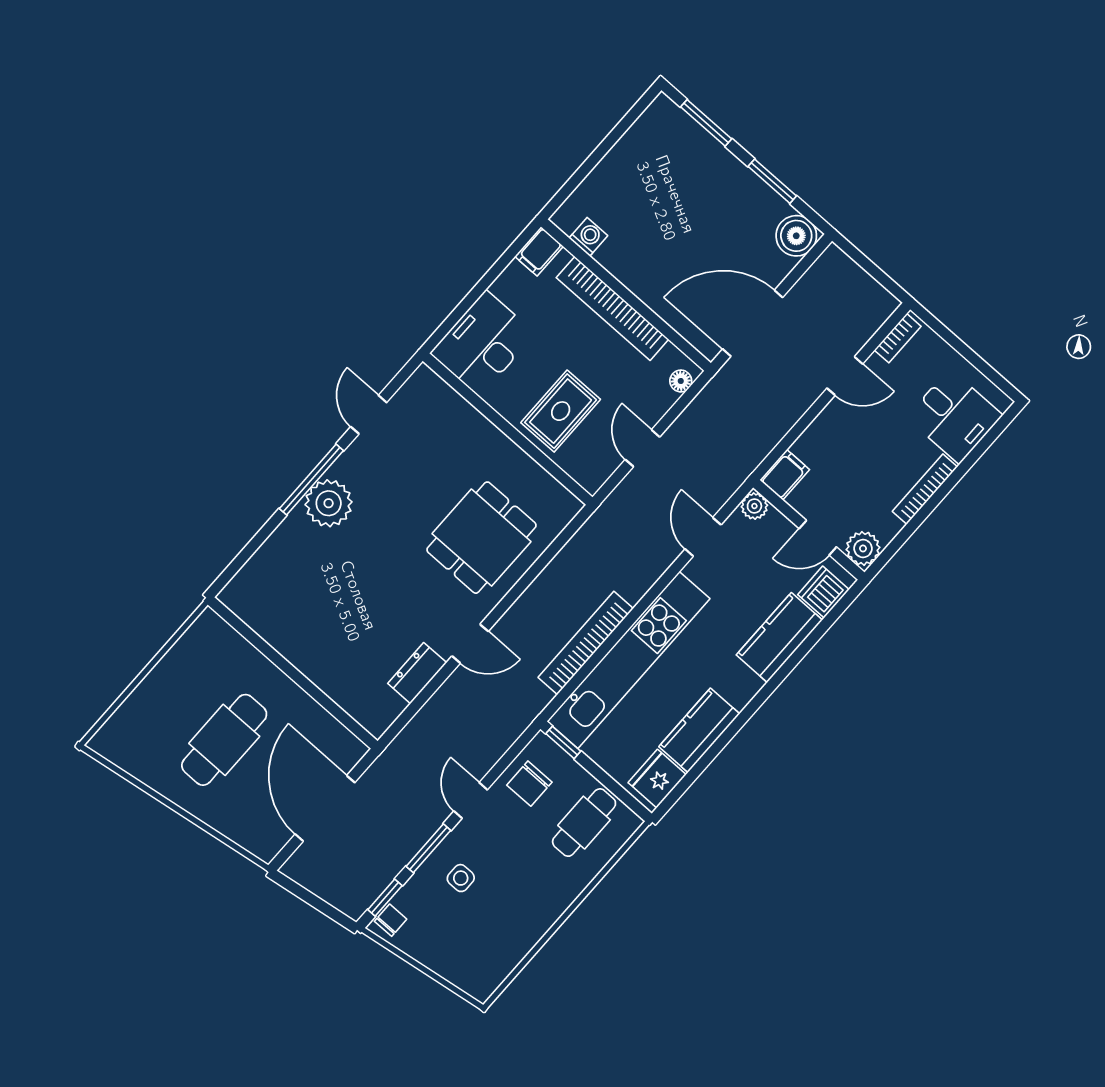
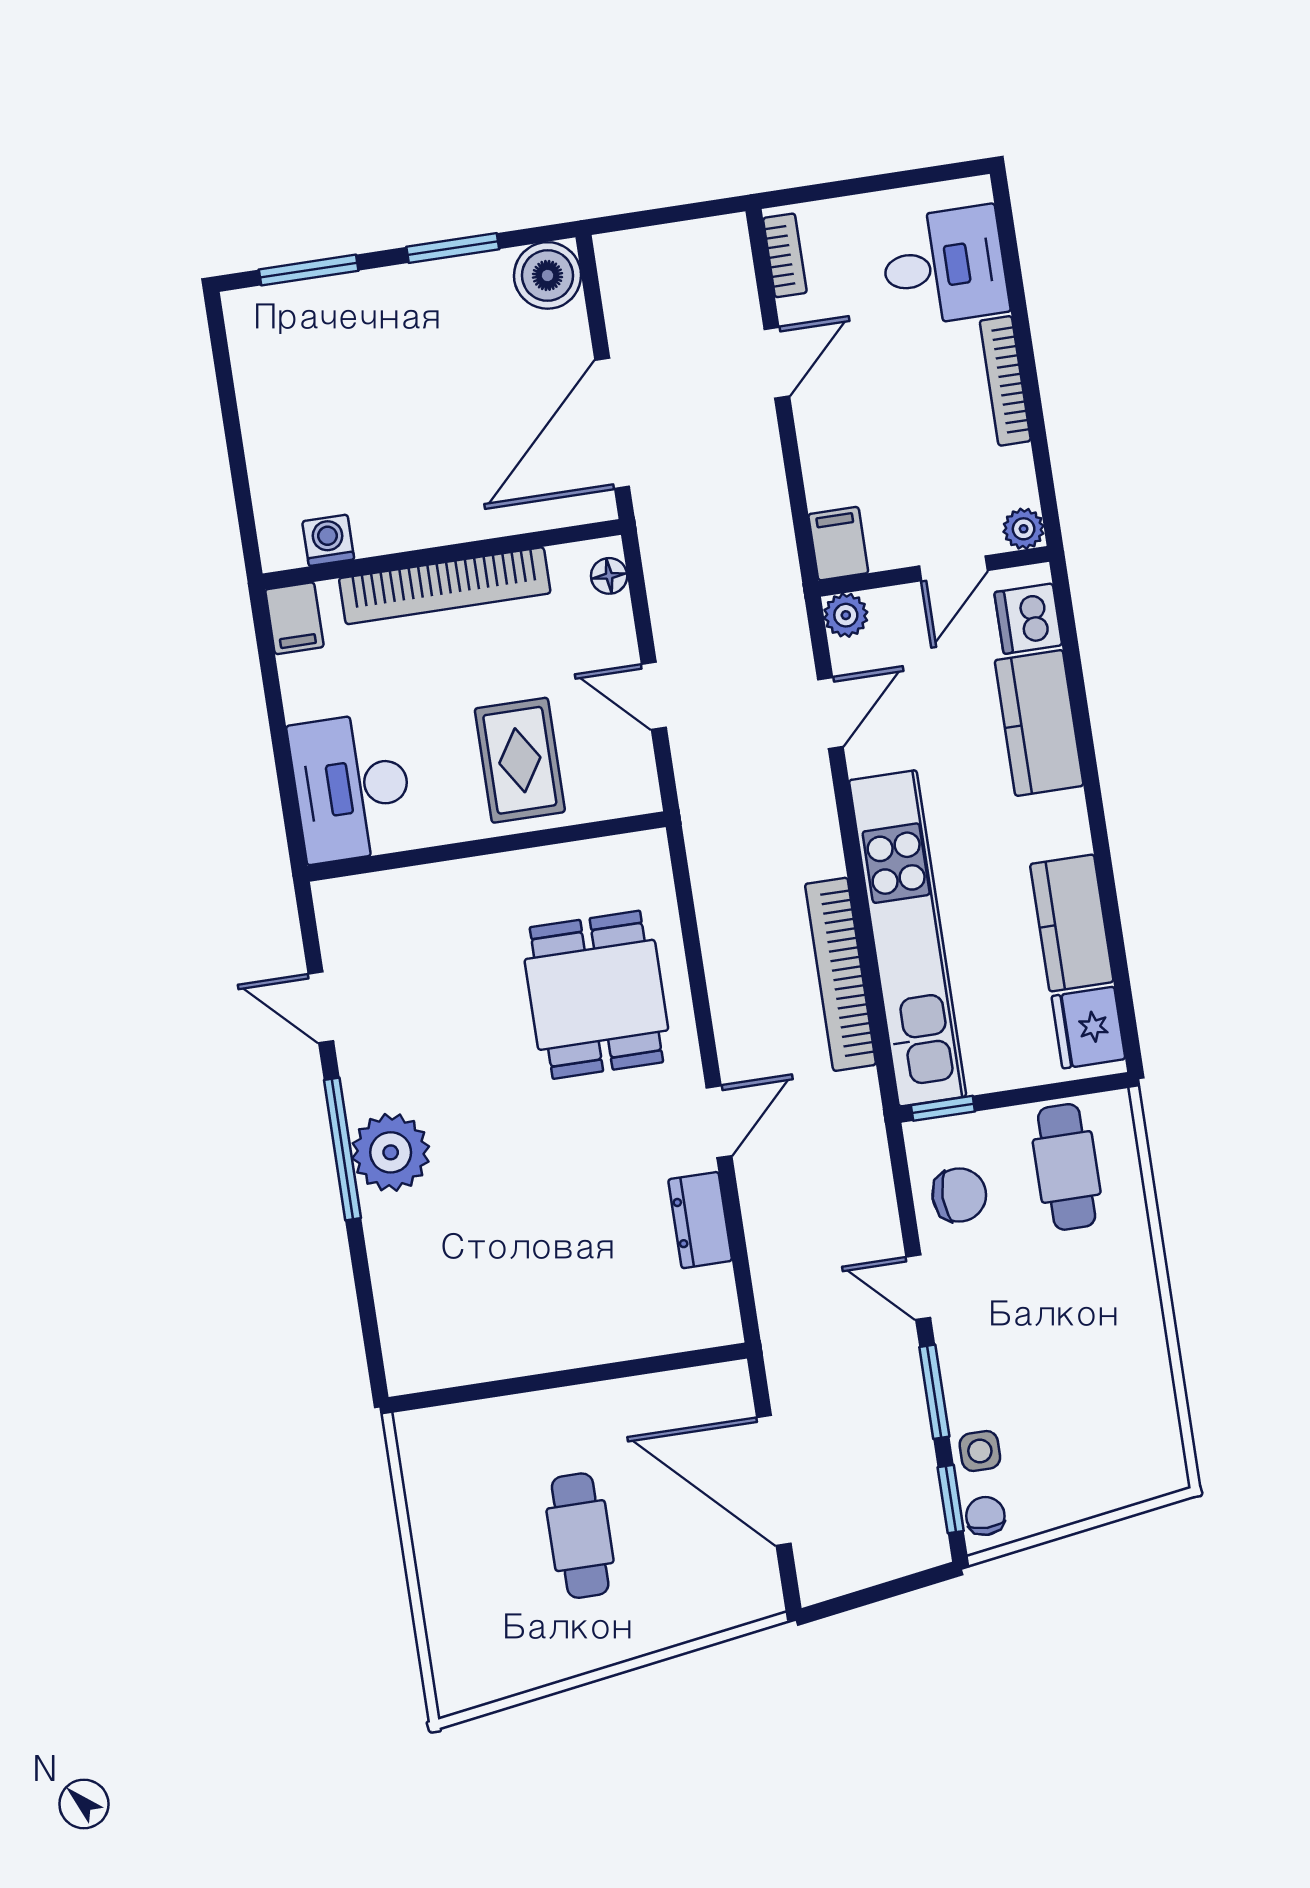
door: (703, 537) -> (830, 713), swing flipped
plant: (863, 548) -> (1024, 529), width x0.73, depth x0.73
cafe table: (224, 740) -> (580, 1536), width x0.73, depth x0.74
chair: (529, 784) -> (959, 1195), turned -90
side table: (461, 878) -> (980, 1451), moved

